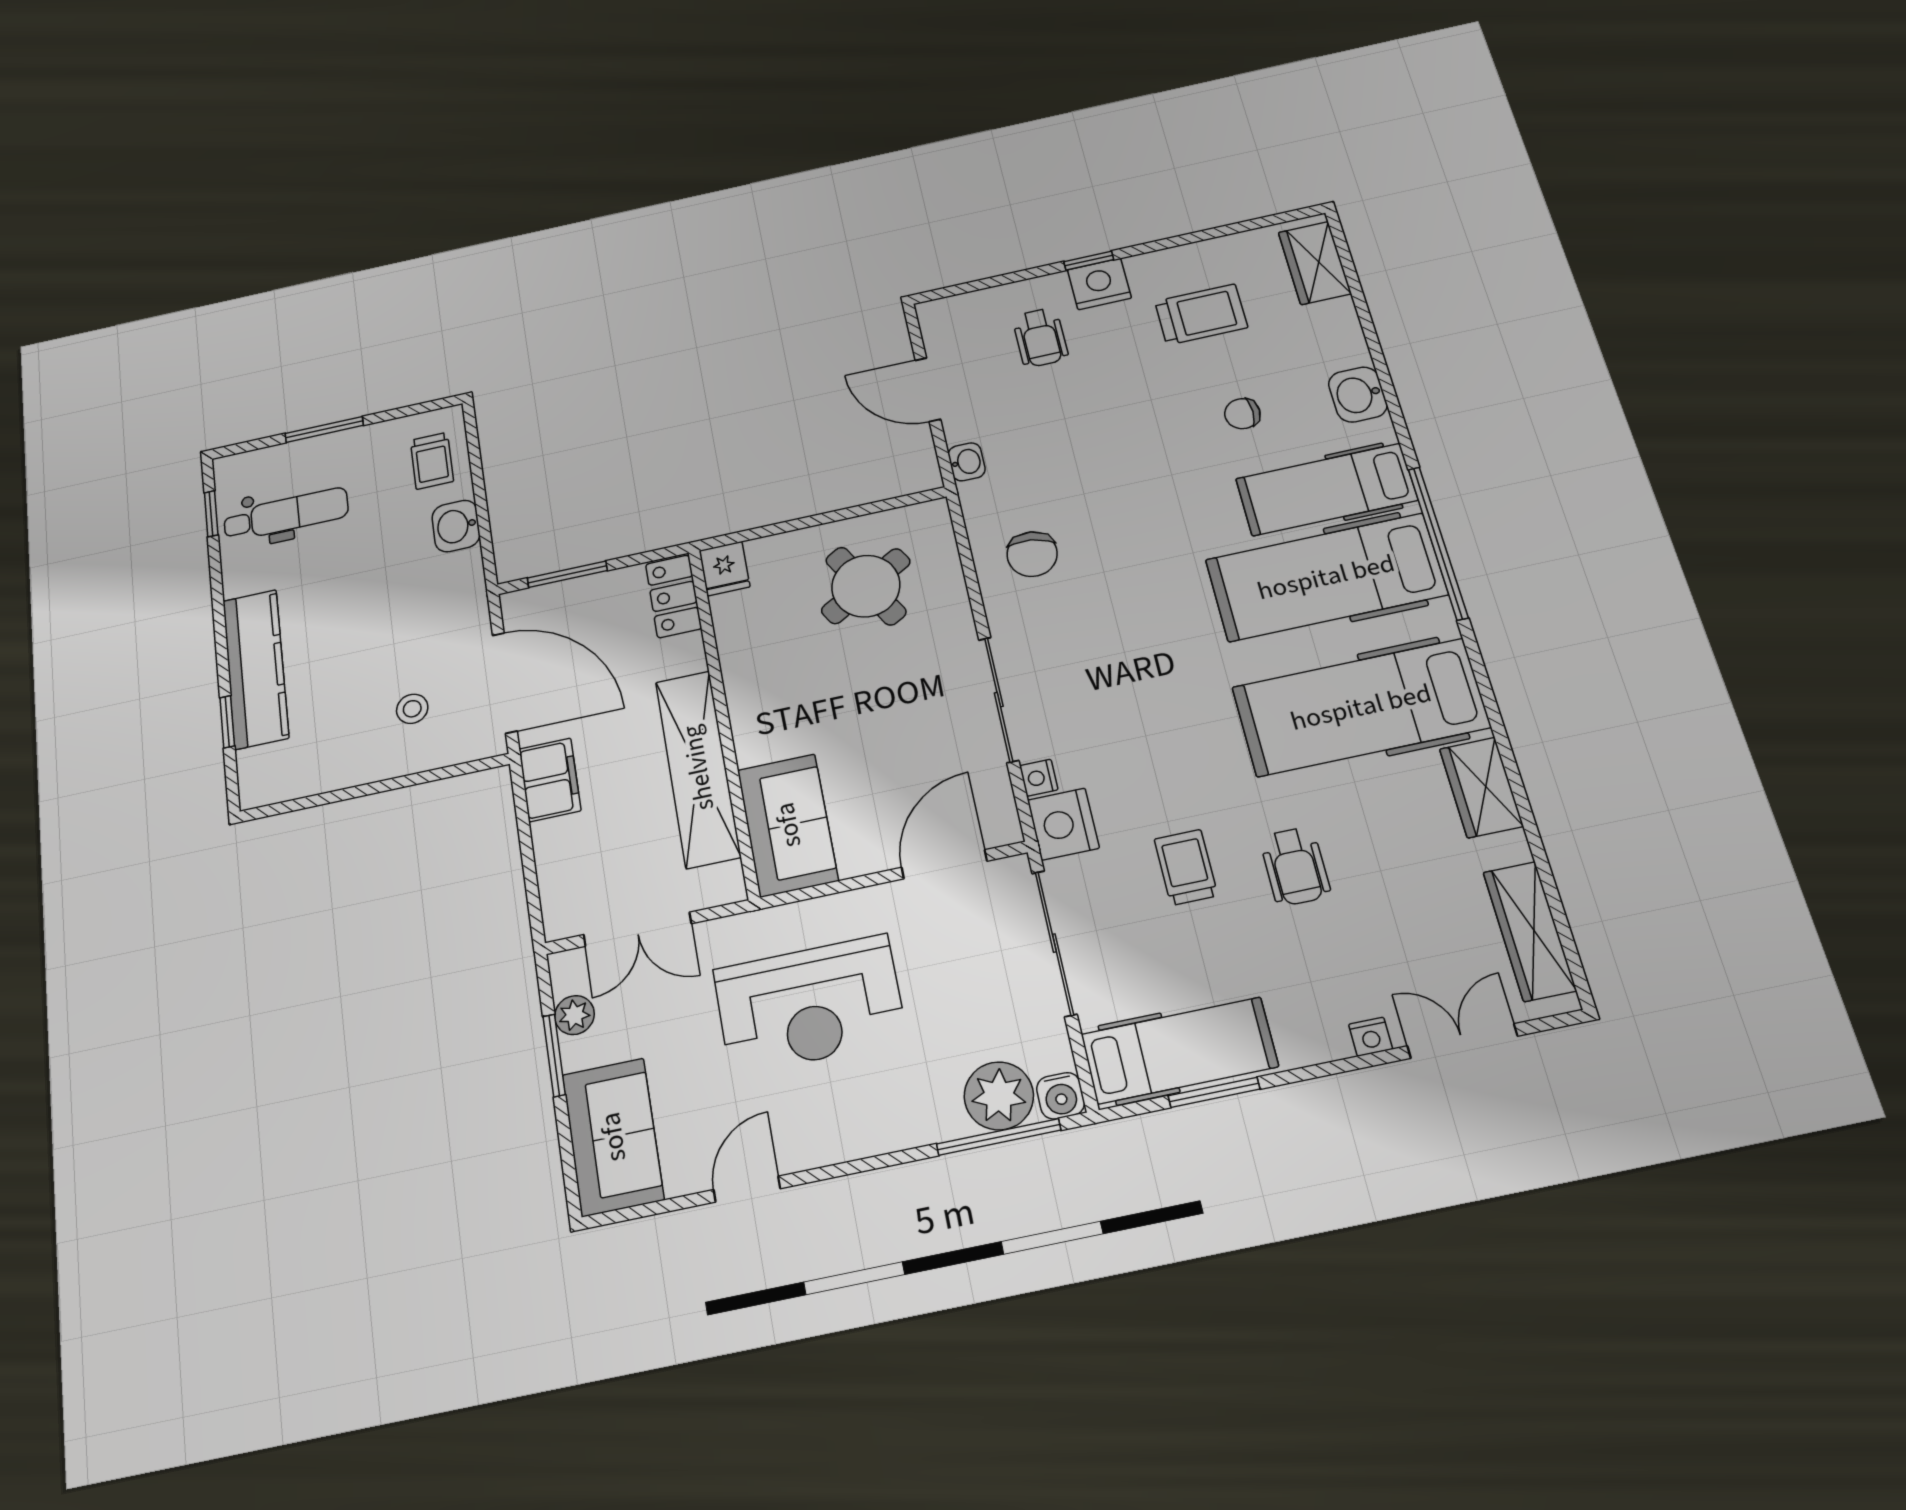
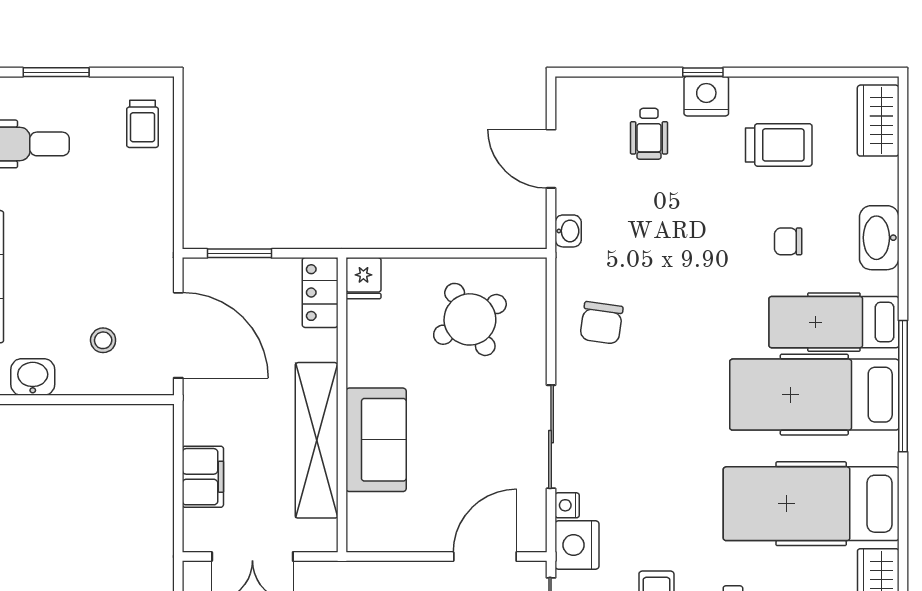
washbasin: (1358, 395) -> (879, 238), width x1.38
washbasin: (456, 526) -> (33, 377), moved, turned 90
filing cabinet: (550, 780) -> (203, 477), moved
sofa: (788, 825) -> (376, 440), moved

